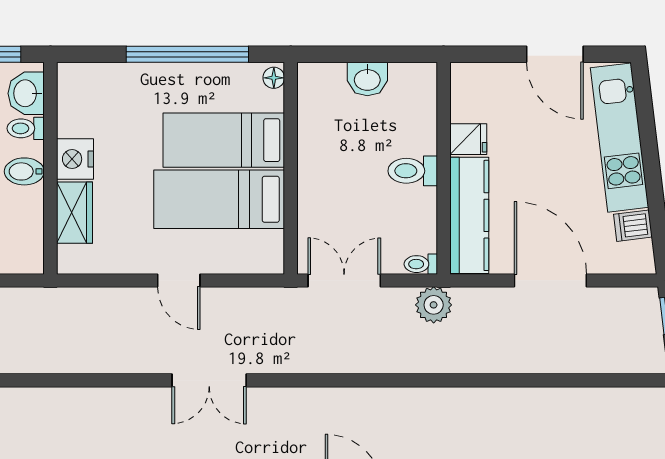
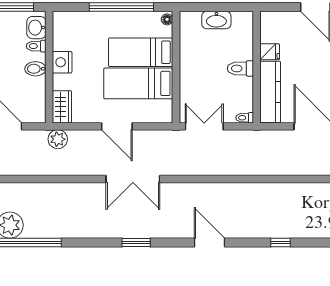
washbasin: (367, 79) -> (216, 20), width x1.38
wardrobe: (74, 213) -> (62, 107), moved
door: (179, 280) -> (117, 126), width x1.38
plant: (434, 305) -> (58, 139), moved
double door: (209, 380) -> (133, 179), width x1.37

